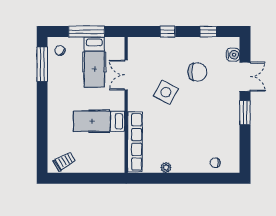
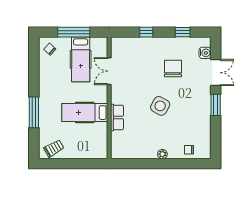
window: (42, 64) -> (34, 112), moved
chair: (197, 72) -> (173, 68), turned -90
side table: (166, 92) -> (160, 106), moved
row of seats: (135, 142) -> (117, 117), width x0.50
plant: (166, 168) -> (162, 154), moved

